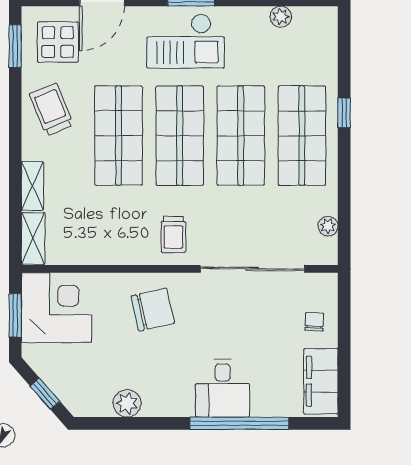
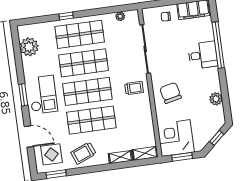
plant: (281, 17) -> (29, 47), width x1.87, depth x1.87

